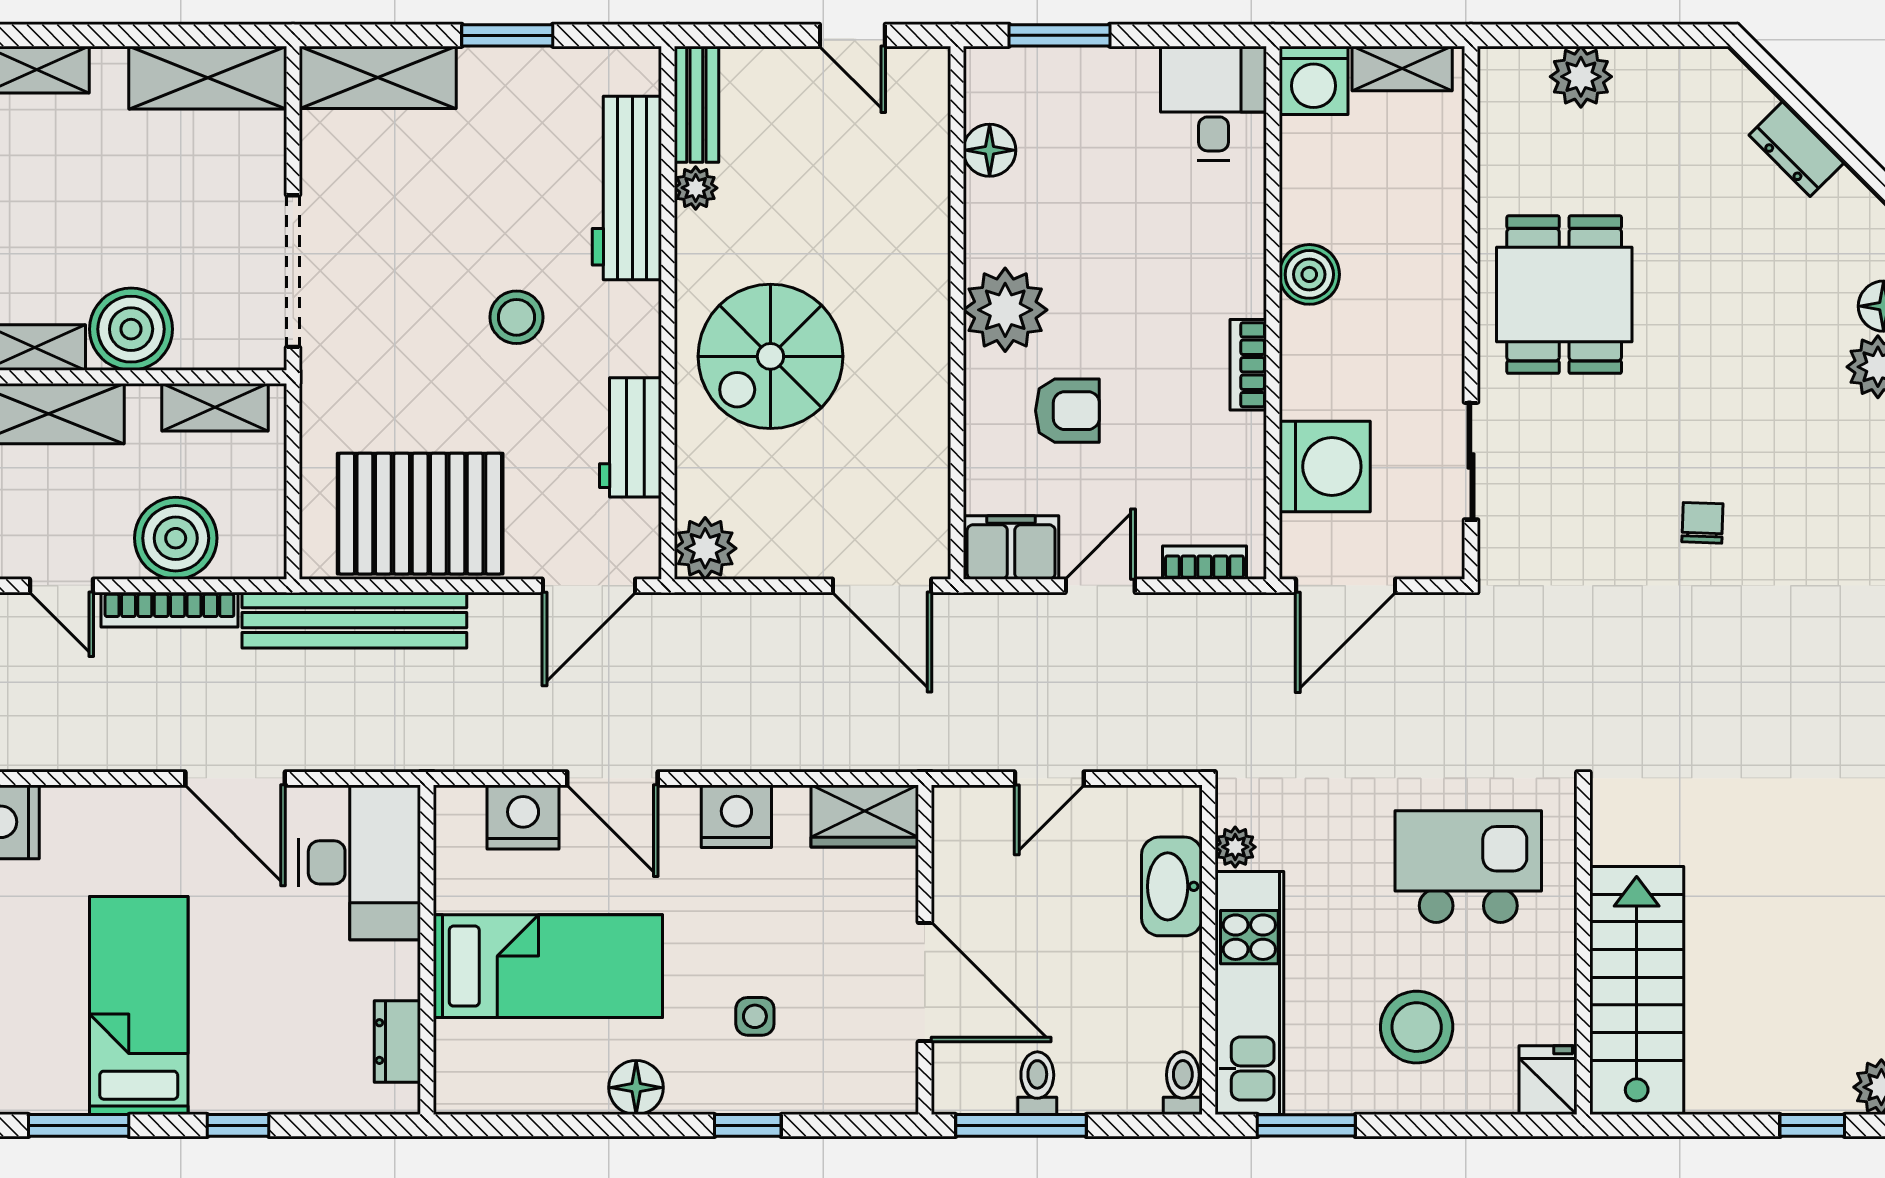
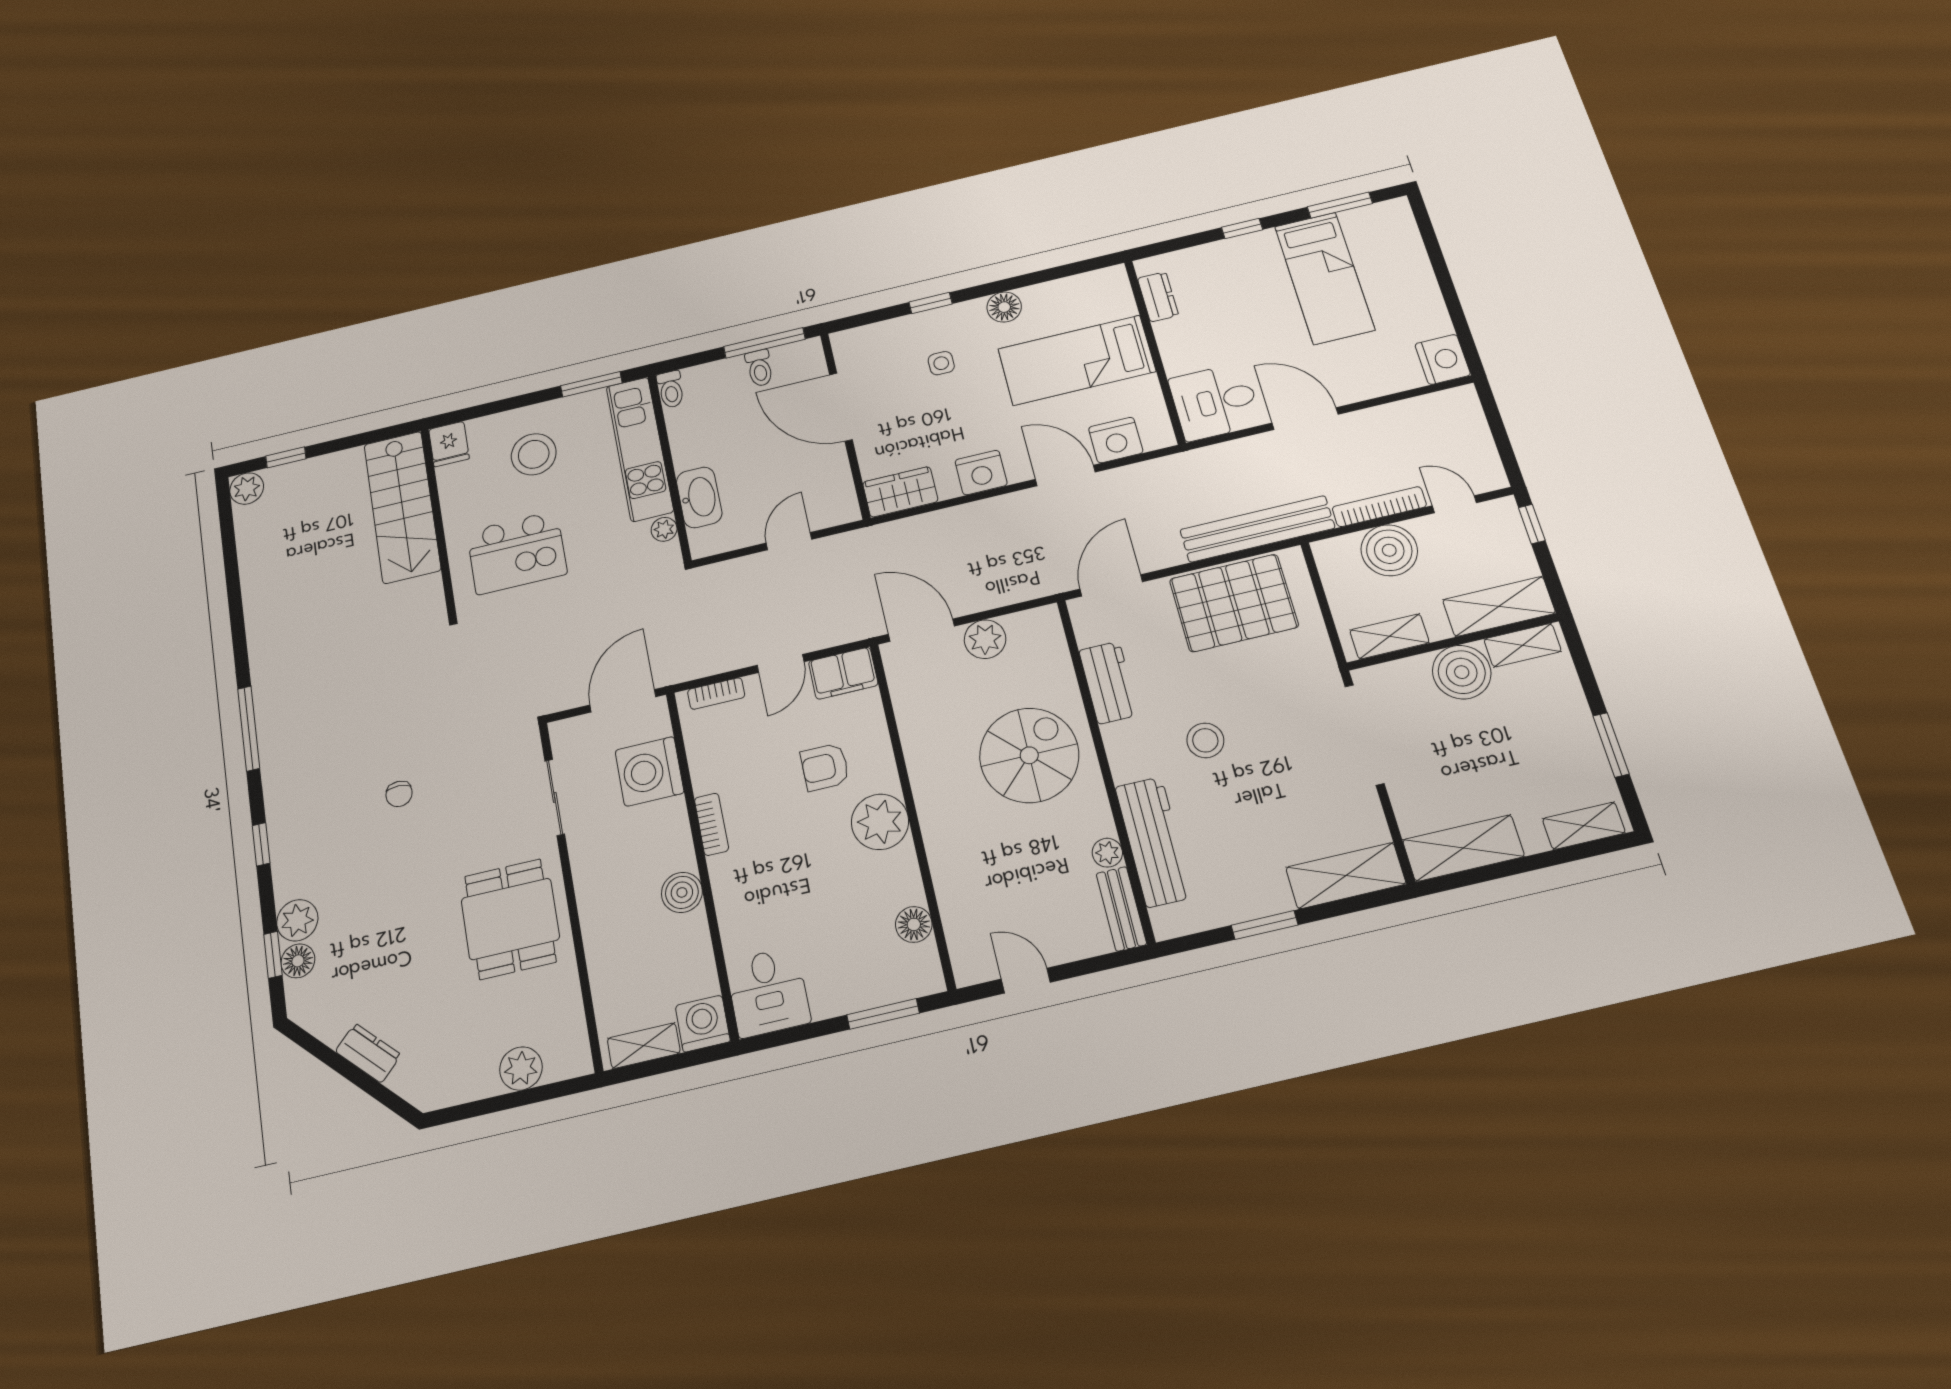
plant: (705, 548) -> (985, 639), moved
desk: (360, 862) -> (1215, 402), width x0.73

